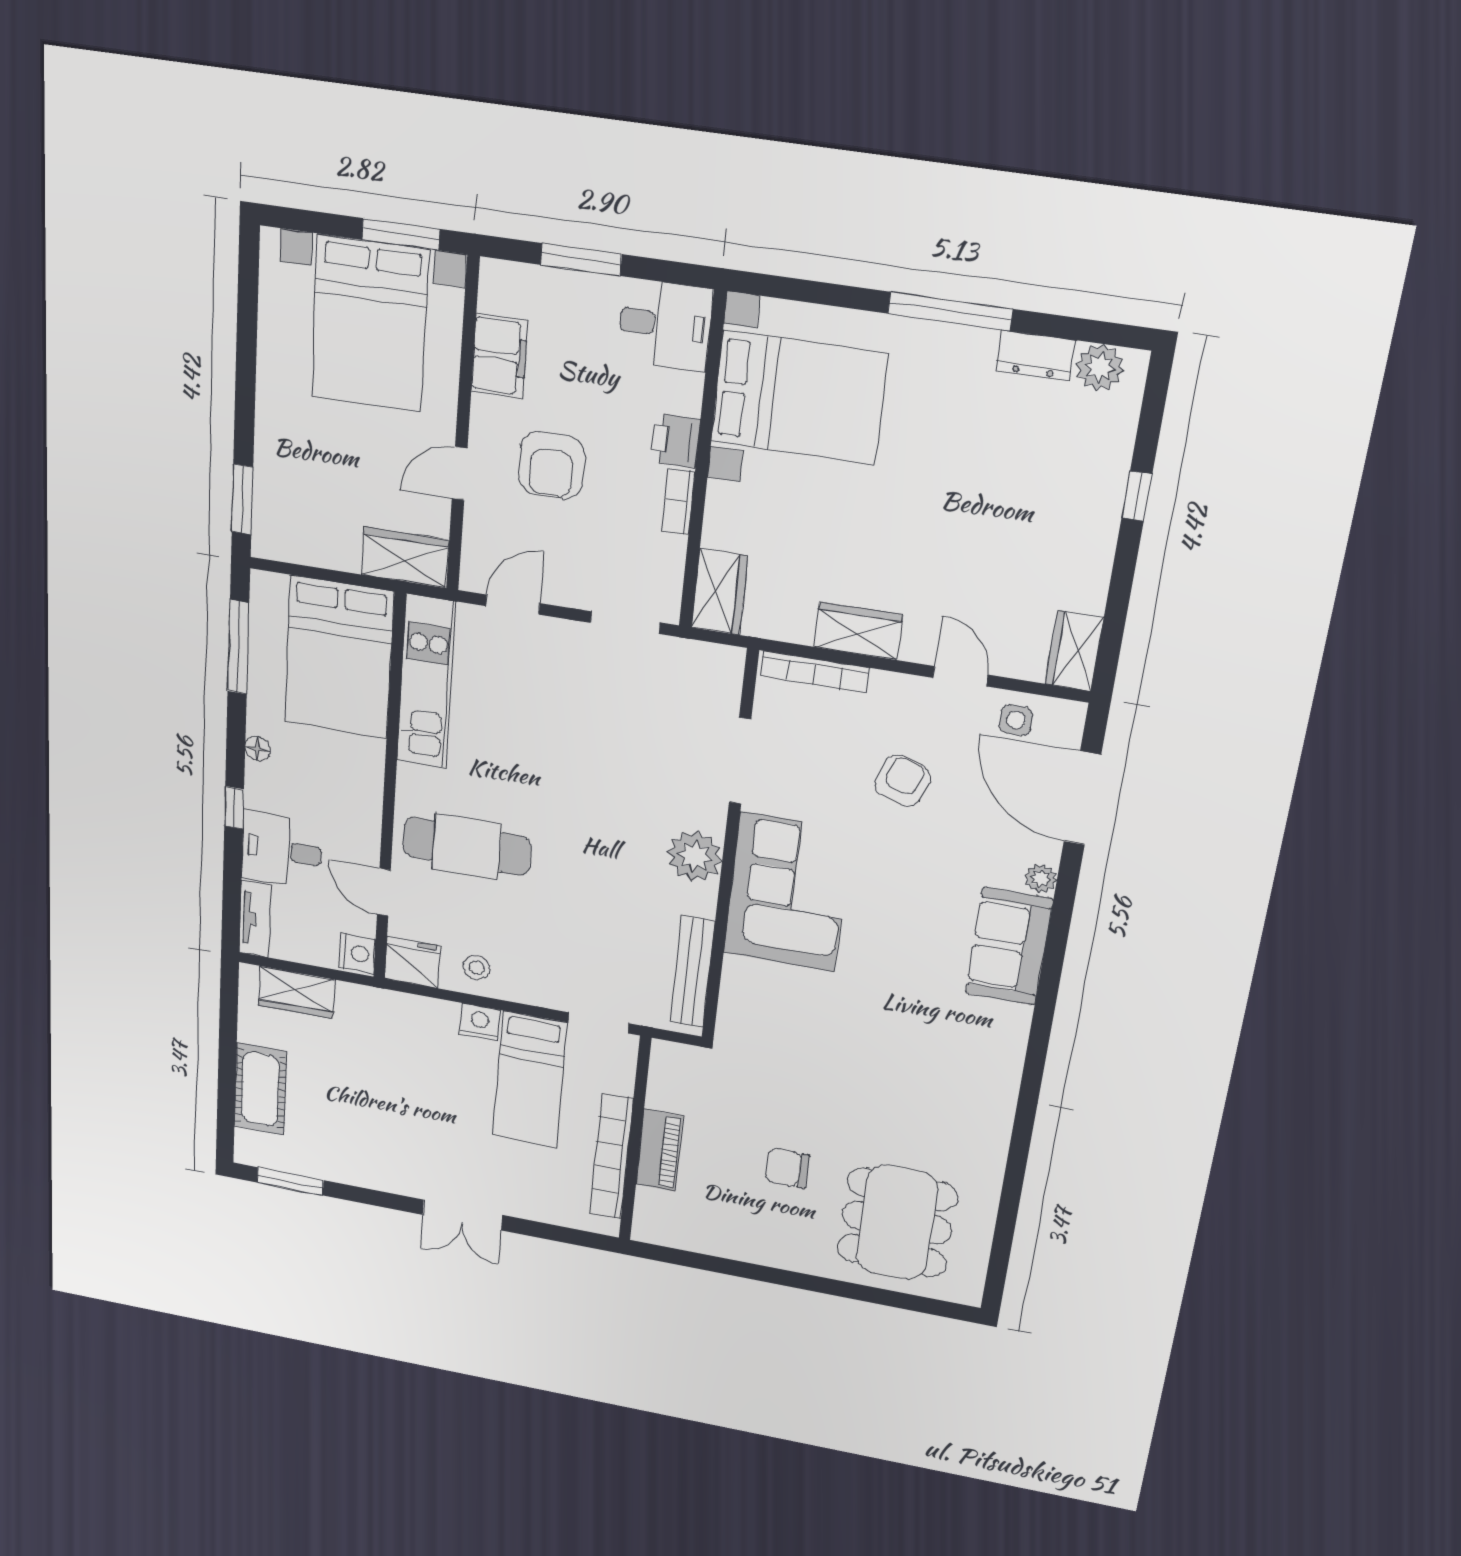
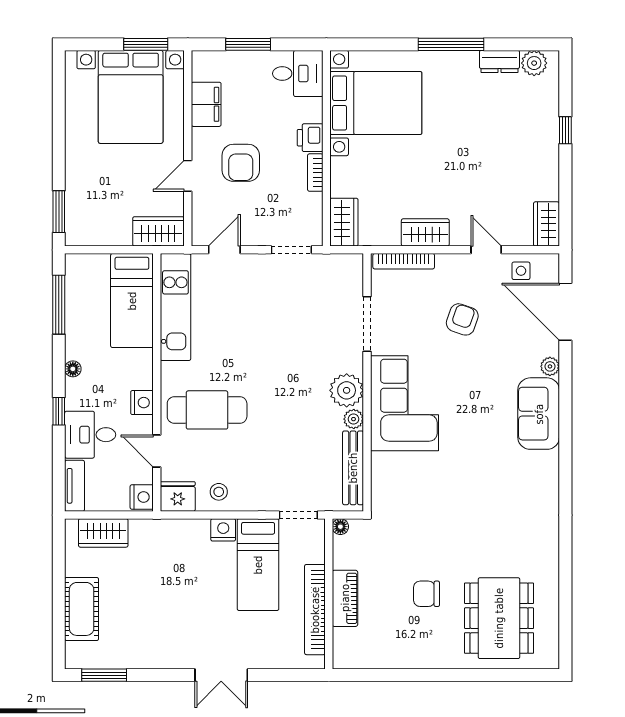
bed: (339, 657) -> (132, 301), width x0.67
nightstand: (364, 818) -> (142, 403), added
plant: (701, 901) -> (354, 419), added
floor lamp: (663, 1051) -> (340, 527), added

